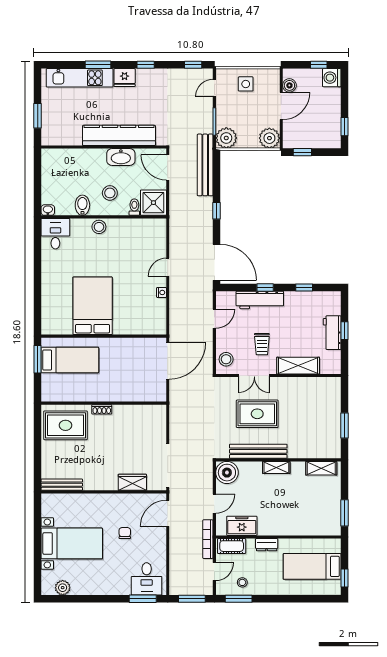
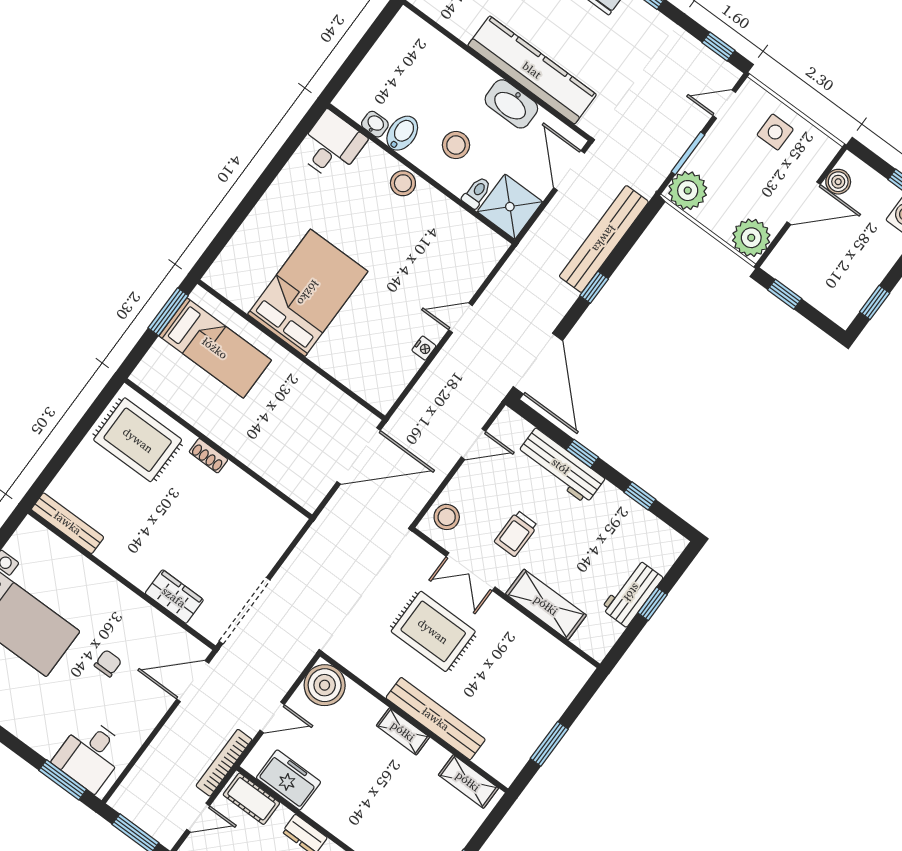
bench: (205, 165) -> (604, 239), moved
washbasin: (48, 210) -> (375, 124), moved
bench: (258, 451) -> (436, 719), moved

